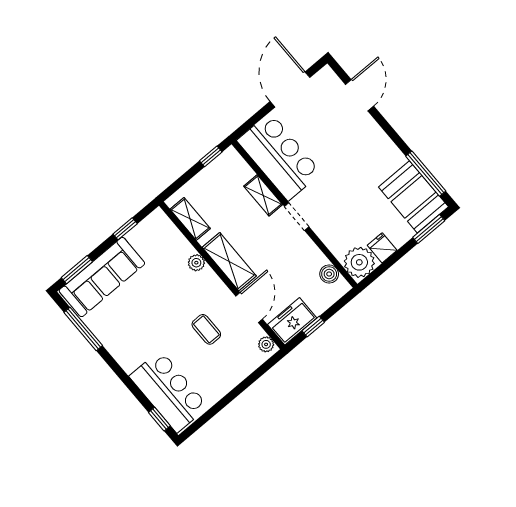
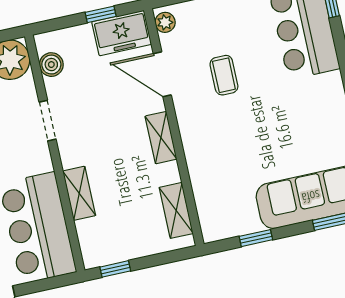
doorway: (297, 217) -> (48, 121), moved
shelving: (229, 262) -> (161, 138), width x0.67, depth x0.75
plant: (196, 263) -> (195, 157), removed
door: (249, 308) -> (162, 74), hinge flipped

